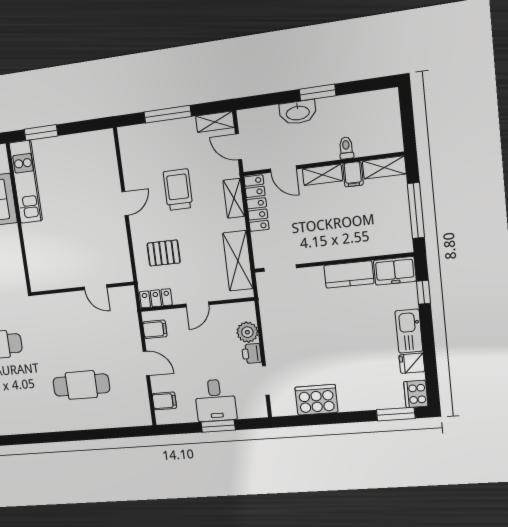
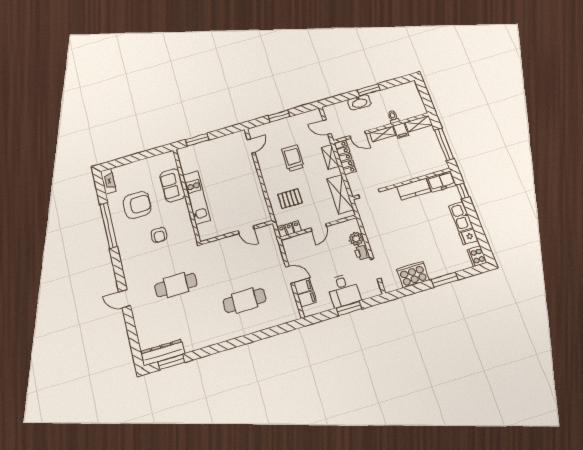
window: (168, 114) -> (279, 116), width x0.69
shelving: (215, 122) -> (310, 115), removed
kitchen unit: (26, 182) -> (197, 198), moved
door: (125, 204) -> (251, 146), moved
filing cabinet: (155, 329) -> (303, 286), moved
window: (396, 414) -> (445, 280), moved

